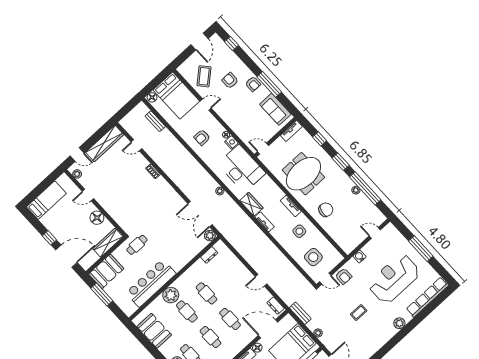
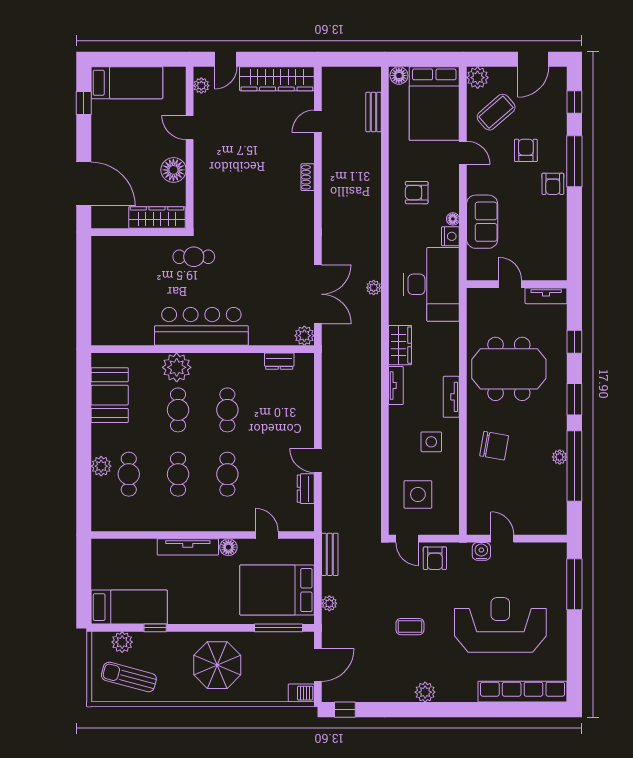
plant: (184, 69) -> (478, 78), added
window: (269, 84) -> (574, 161), moved
sofa: (275, 109) -> (482, 222), moved, turned 180
door: (137, 145) -> (318, 121), hinge flipped
door: (263, 149) -> (510, 284), moved
door: (77, 154) -> (226, 59), hinge flipped
double door: (200, 214) -> (318, 294), swing flipped
door: (375, 233) -> (502, 539), moved
window: (49, 238) -> (84, 103), moved
window: (421, 249) -> (574, 584), moved
booth: (106, 271) -> (119, 254), removed
bar counter: (151, 283) -> (201, 326), moved
window: (102, 294) -> (84, 280), removed
dresser: (276, 306) -> (306, 489), moved
plant: (399, 323) -> (425, 692), moved
door: (268, 329) -> (267, 535), width x0.53

